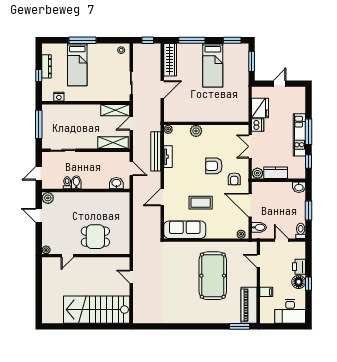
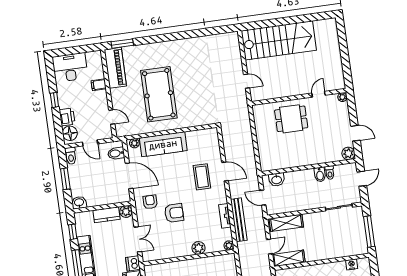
door: (162, 197) -> (225, 172), hinge flipped
coffee table: (201, 203) -> (202, 177), moved, turned 90
sofa: (185, 230) -> (163, 144), moved
floor lamp: (299, 282) -> (70, 133), moved

